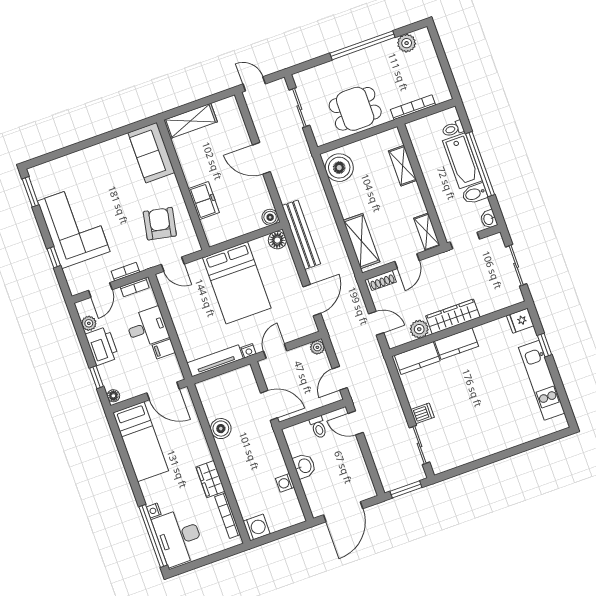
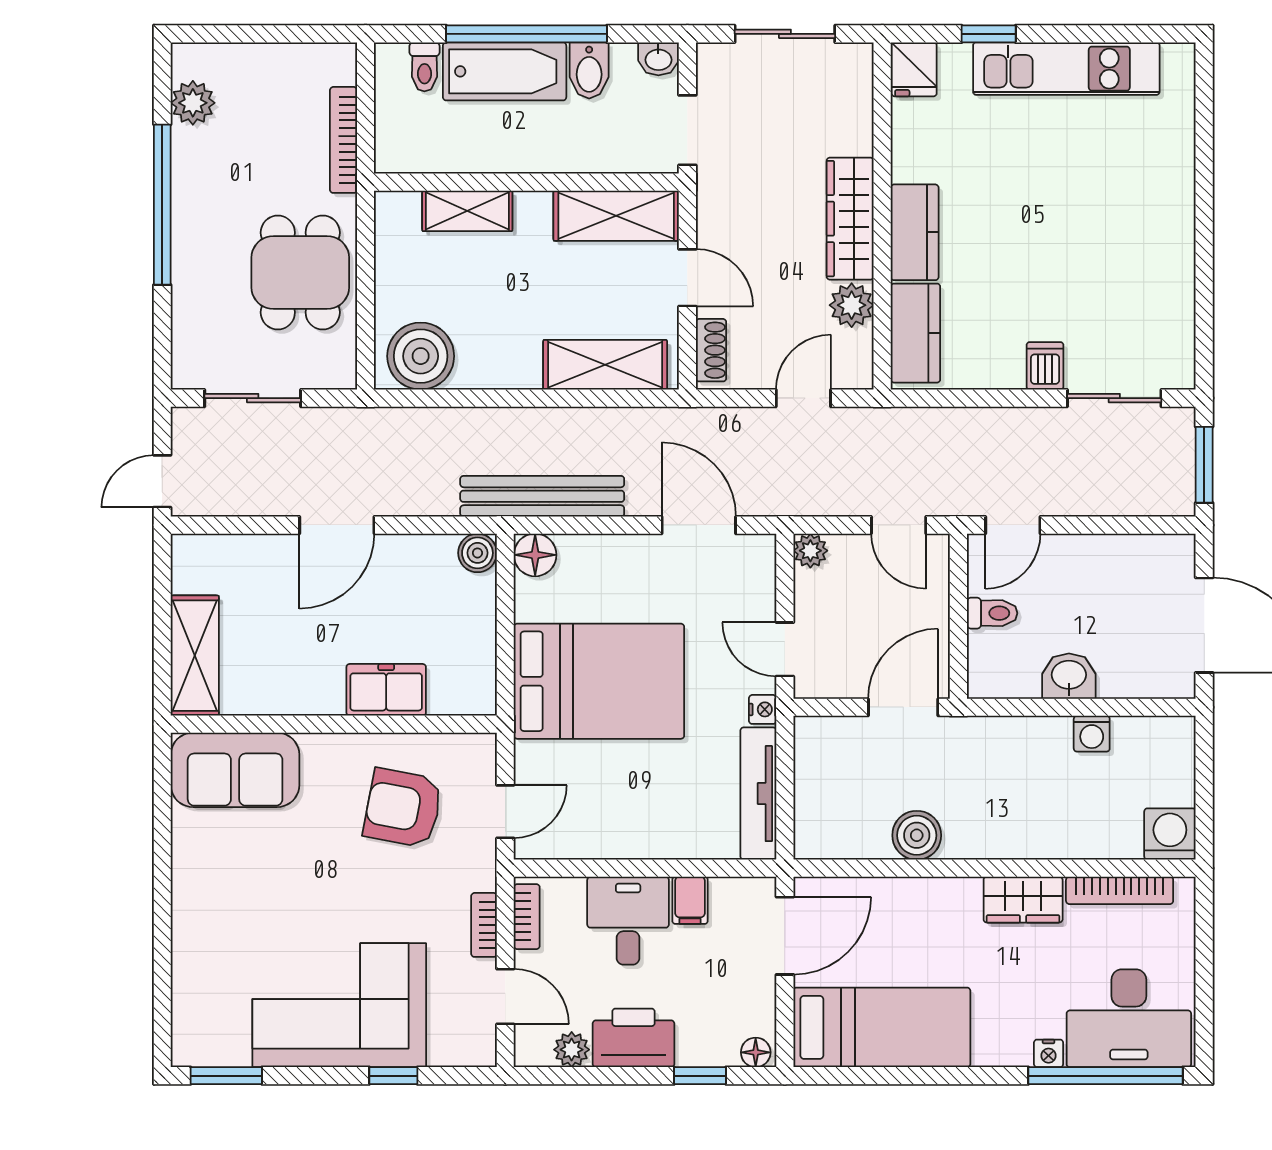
shelving: (427, 232) -> (616, 216), width x1.50, depth x1.33

